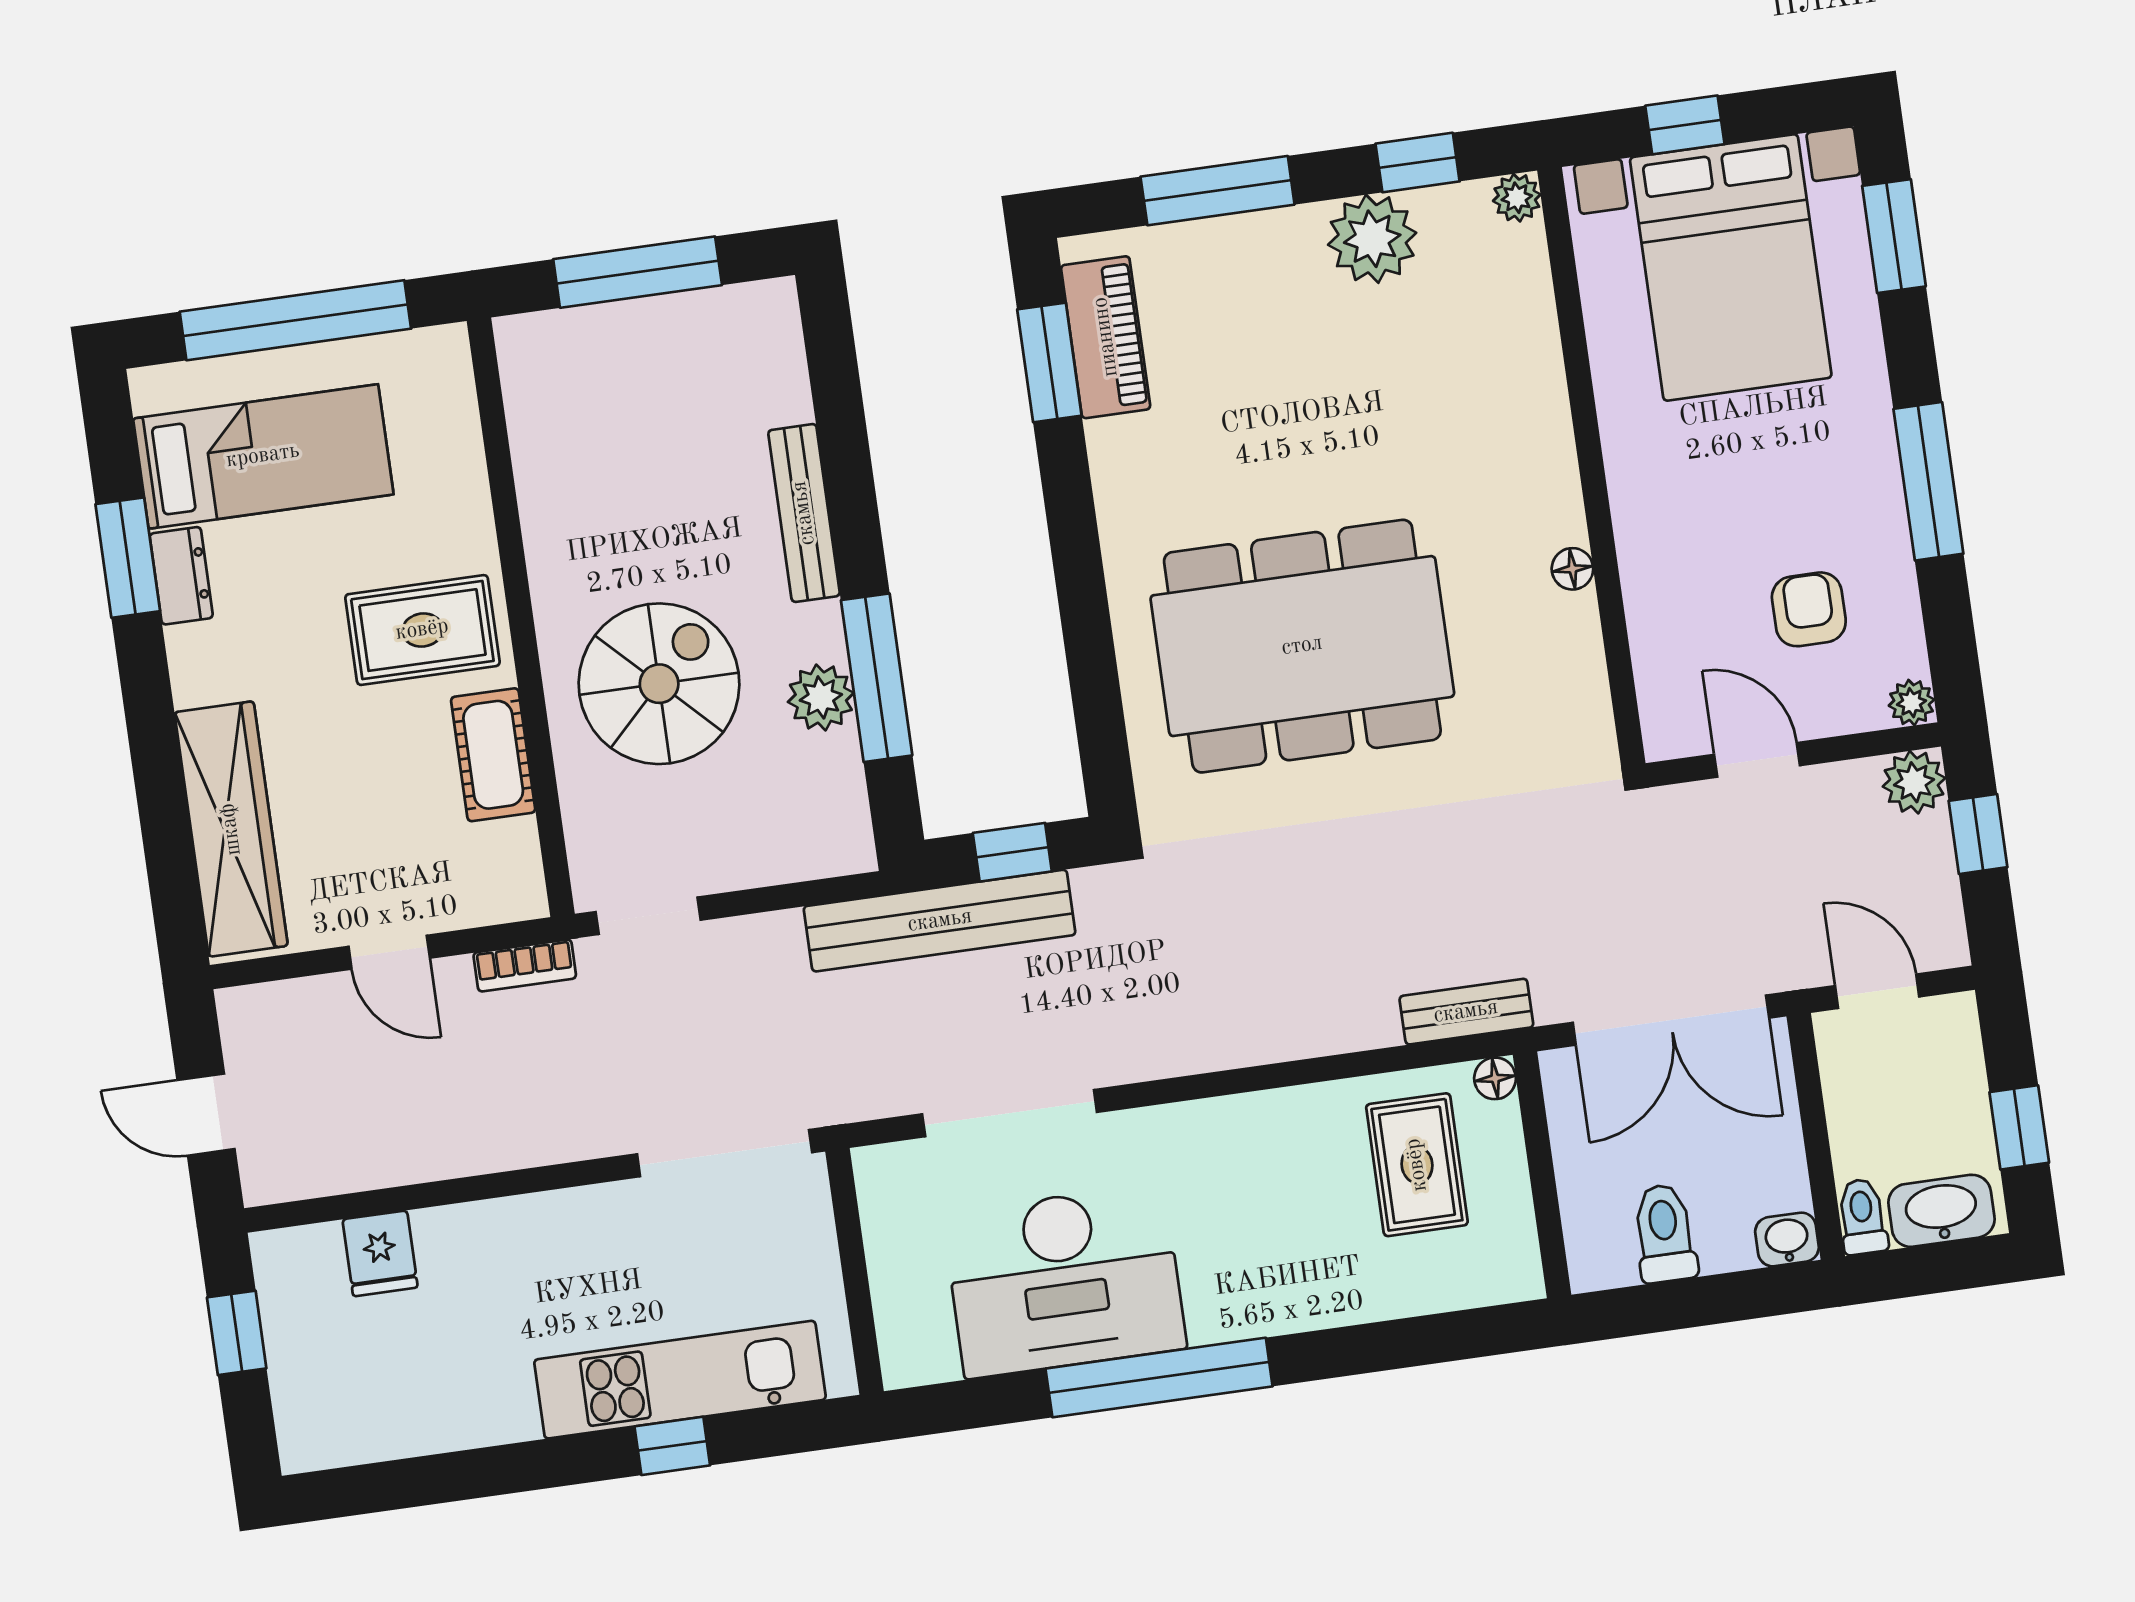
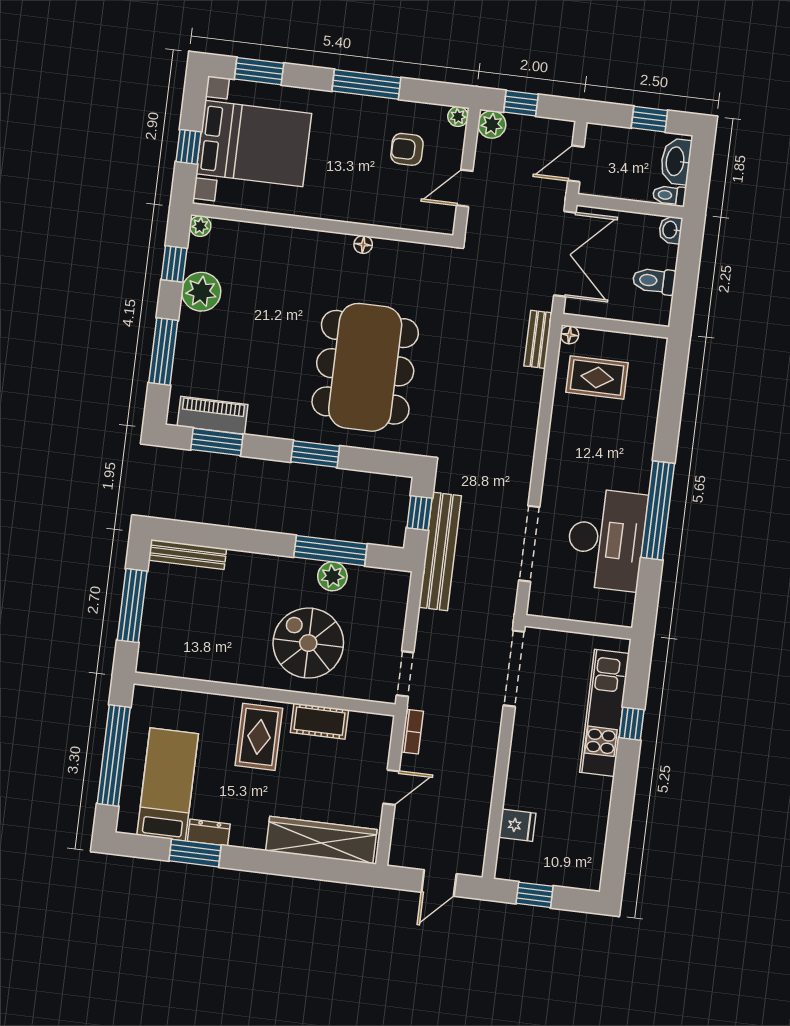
bench: (804, 513) -> (187, 555), moved
window: (1081, 587) -> (315, 454), added

